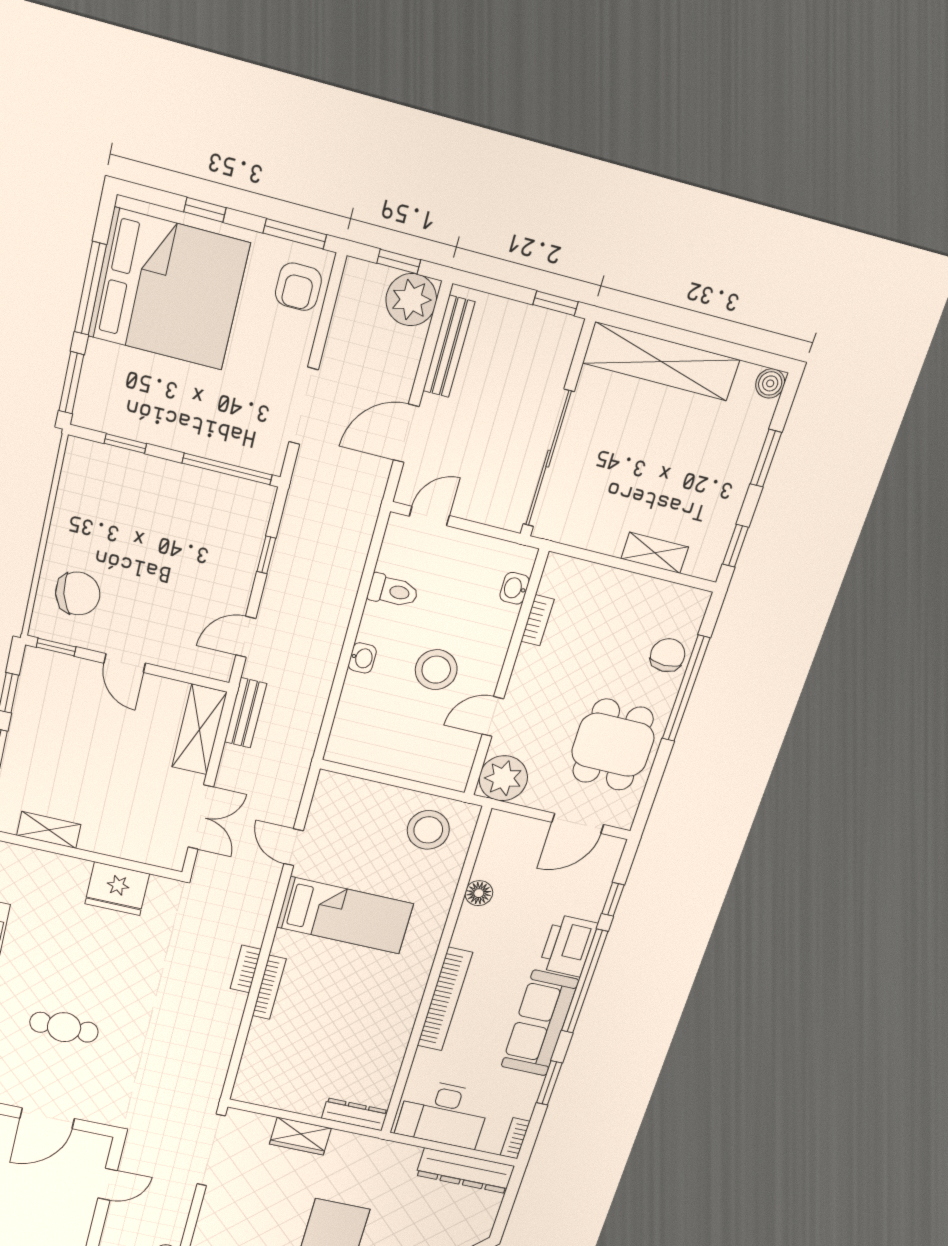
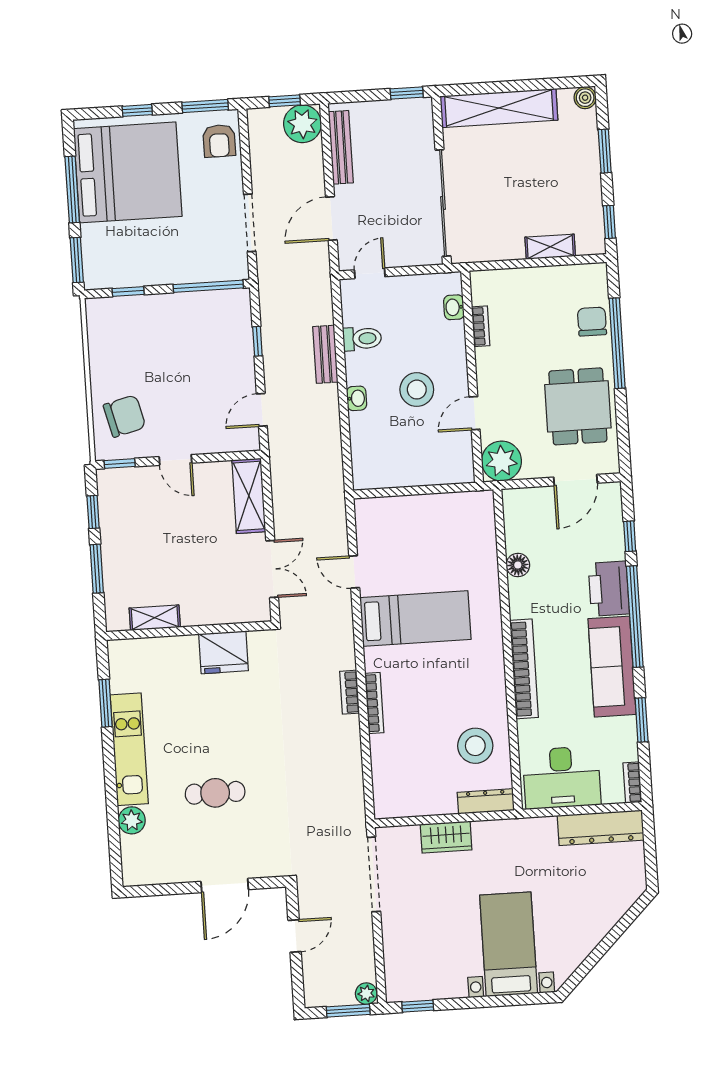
bench: (245, 713) -> (325, 354), moved
stool: (428, 830) -> (475, 746), moved

